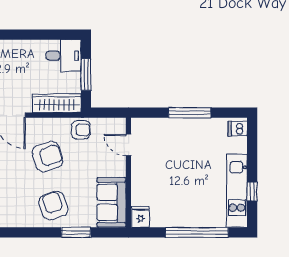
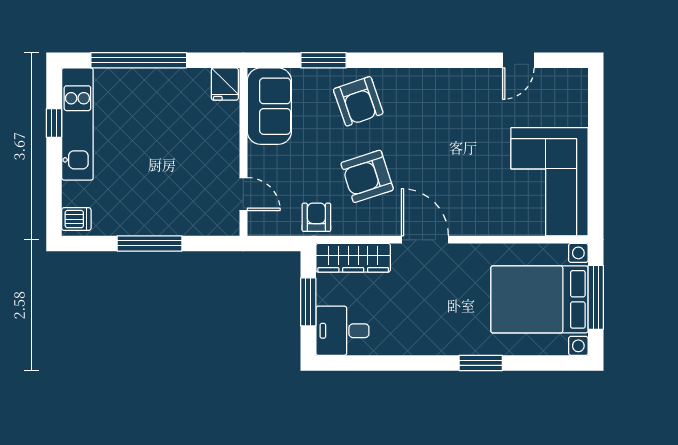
armchair: (81, 130) -> (316, 217), turned 90

